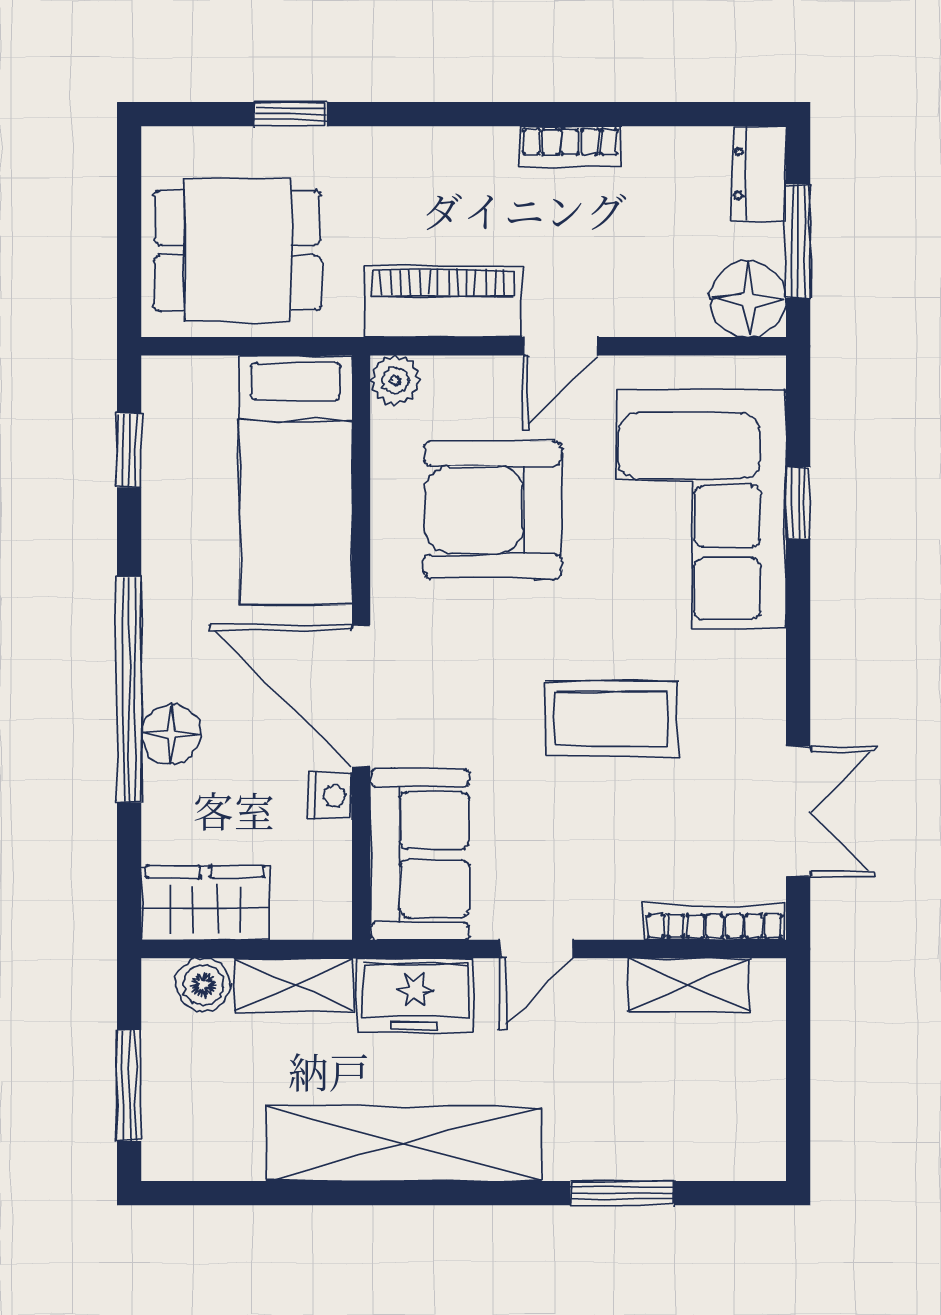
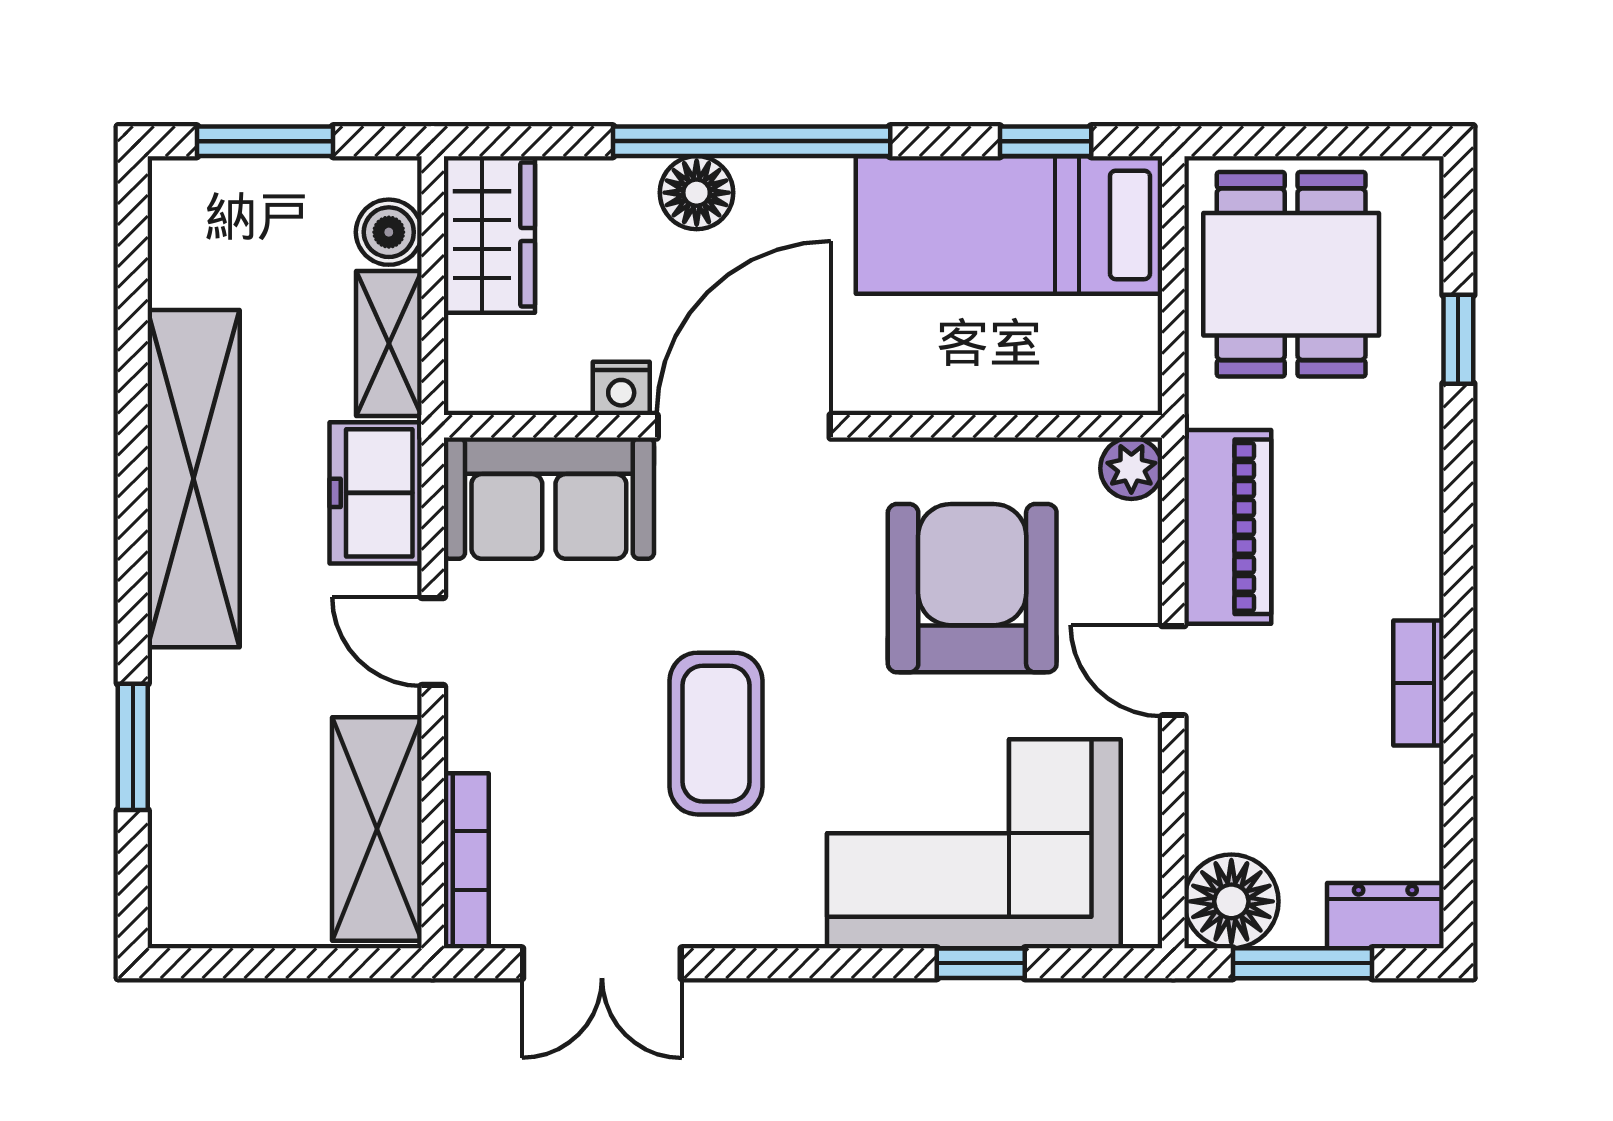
bed: (296, 480) -> (1009, 225), moved
shelving: (689, 985) -> (377, 829), width x1.50, depth x1.33

